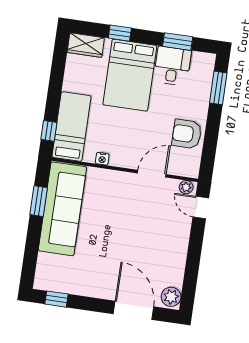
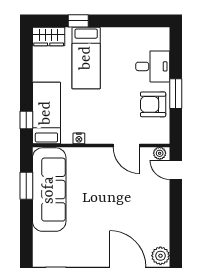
window: (178, 42) -> (132, 21), removed
desk: (172, 66) -> (153, 66), moved, turned 90
bed: (130, 75) -> (86, 58), width x0.67
window: (218, 88) -> (176, 94), moved
door: (152, 174) -> (126, 145), swing flipped

